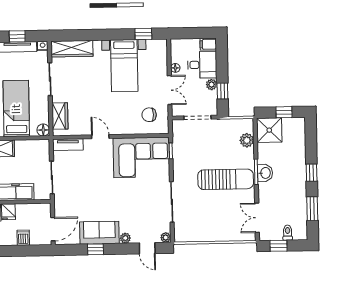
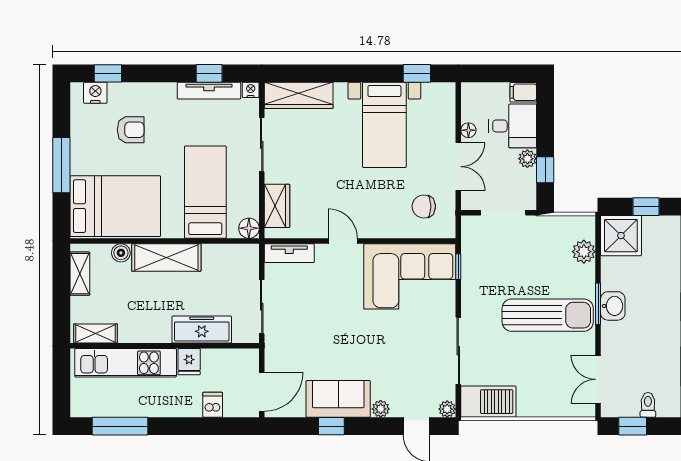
barbecue: (191, 233) -> (488, 402), added

